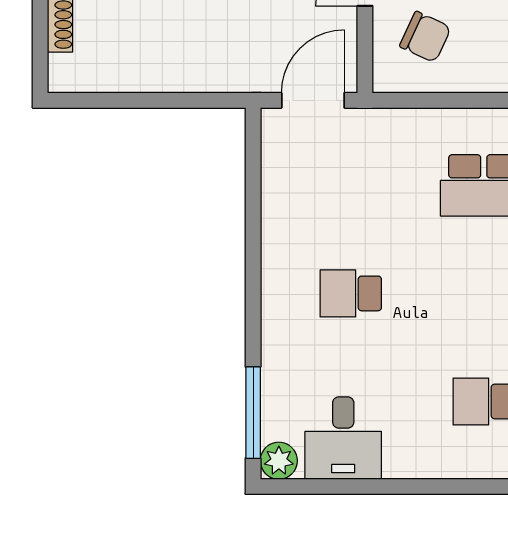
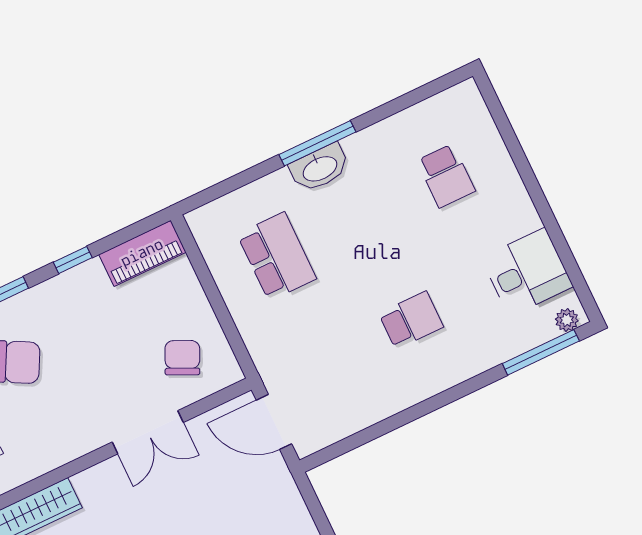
school desk: (351, 293) -> (411, 320), turned -90
plant: (279, 461) -> (567, 320), width x0.73, depth x0.73

